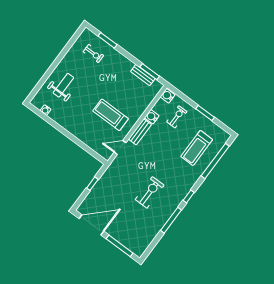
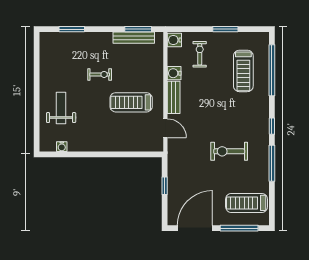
exercise bike: (93, 54) -> (100, 74), moved
bench: (143, 75) -> (134, 38), width x1.36
door: (120, 147) -> (165, 128), swing flipped
exercise bike: (150, 192) -> (229, 151), turned -90
treadmill: (136, 233) -> (247, 203), added

